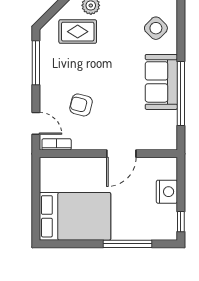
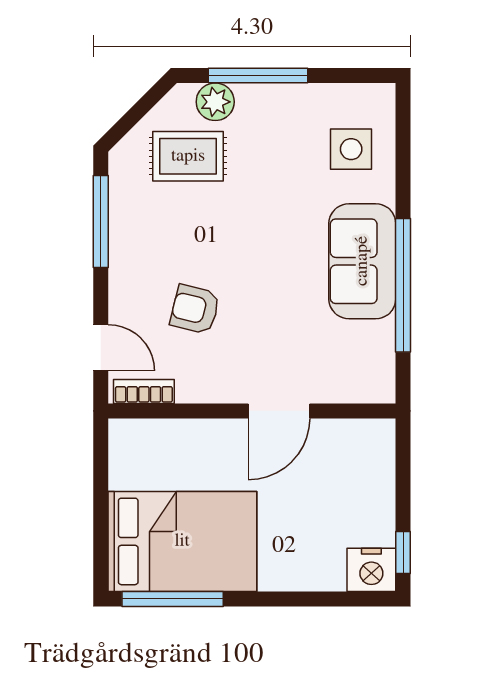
side table: (156, 28) -> (351, 149), turned 45
nightstand: (167, 192) -> (371, 570), moved, turned 90
window: (127, 244) -> (173, 599), moved

